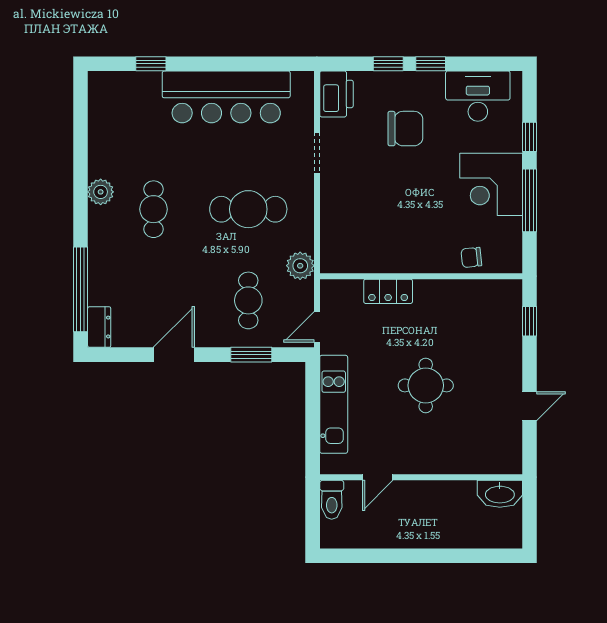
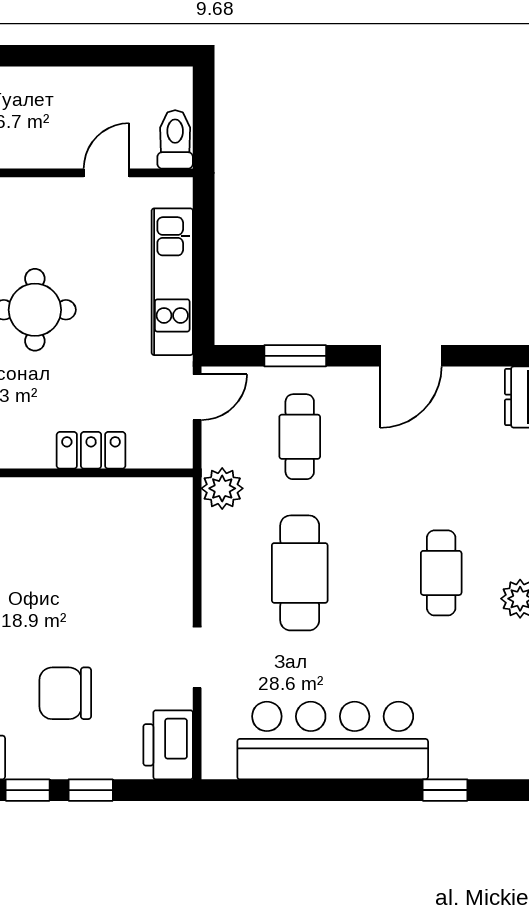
cafe table: (248, 209) -> (300, 573), turned 90

